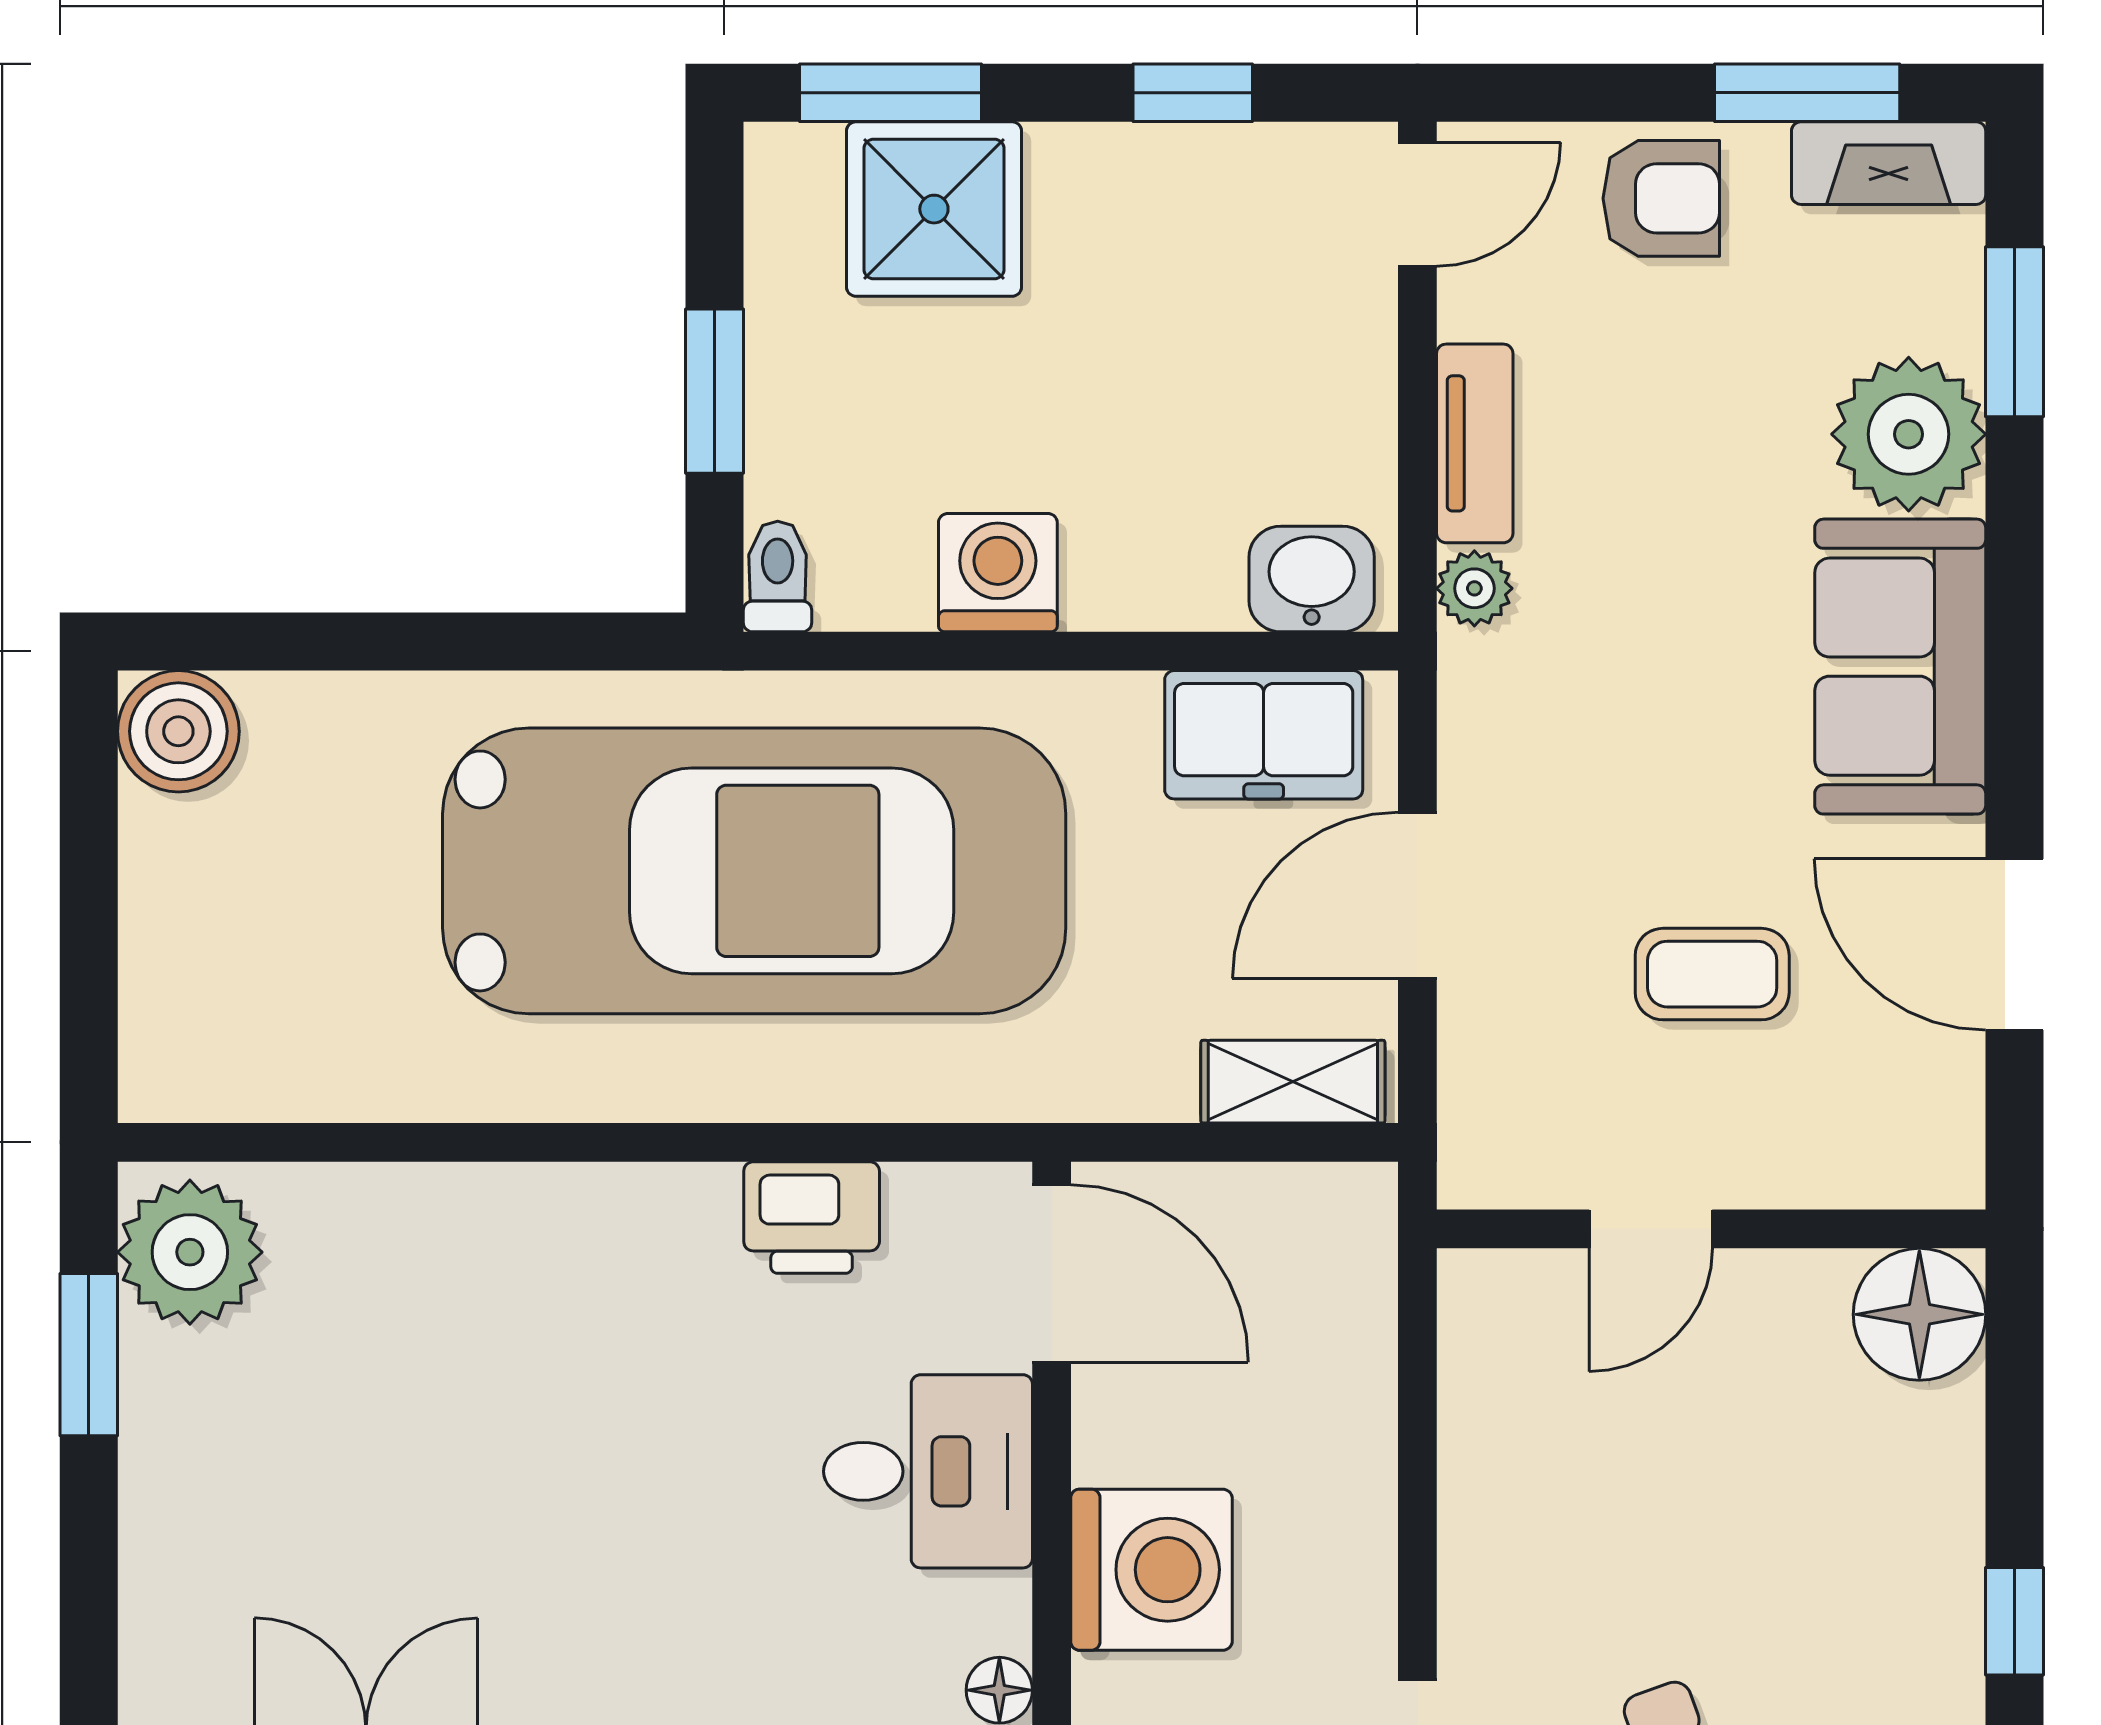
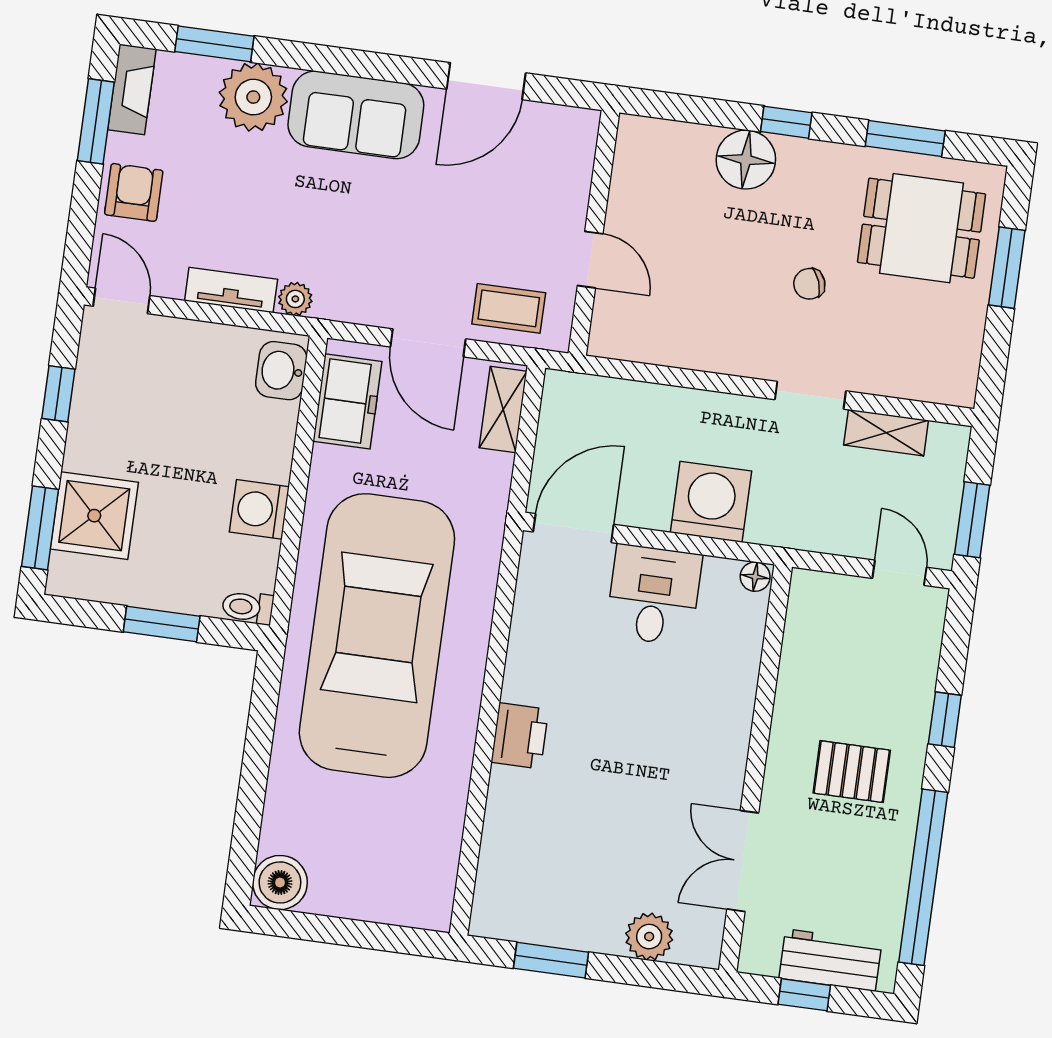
coffee table: (1712, 974) -> (509, 308), moved, turned 90
printer: (812, 1218) -> (520, 736), moved
plant: (190, 1252) -> (649, 937), moved, width x0.73, depth x0.73
floor lamp: (1919, 1314) -> (746, 160), moved

